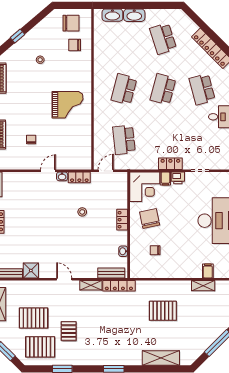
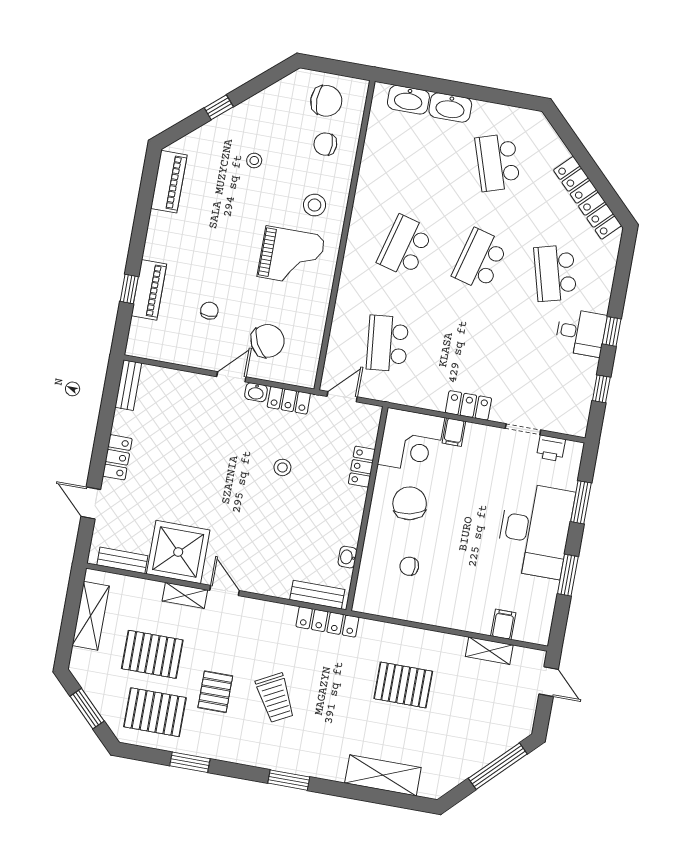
stool: (75, 77) -> (315, 205), added
chair: (63, 149) -> (268, 341), added
printer: (178, 178) -> (551, 448), moved
locker: (122, 220) -> (362, 467), moved
shower: (31, 271) -> (178, 552), width x1.86, depth x1.86
shelving: (91, 285) -> (185, 595), moved
trolley: (100, 329) -> (275, 698), added

